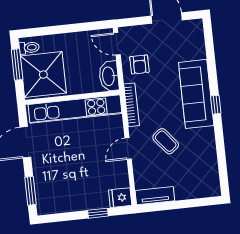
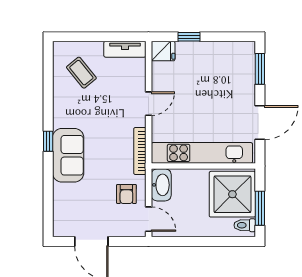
armchair: (139, 64) -> (126, 194), turned 180
sofa: (196, 94) -> (68, 155), width x0.73
coffee table: (166, 141) -> (81, 73), moved

